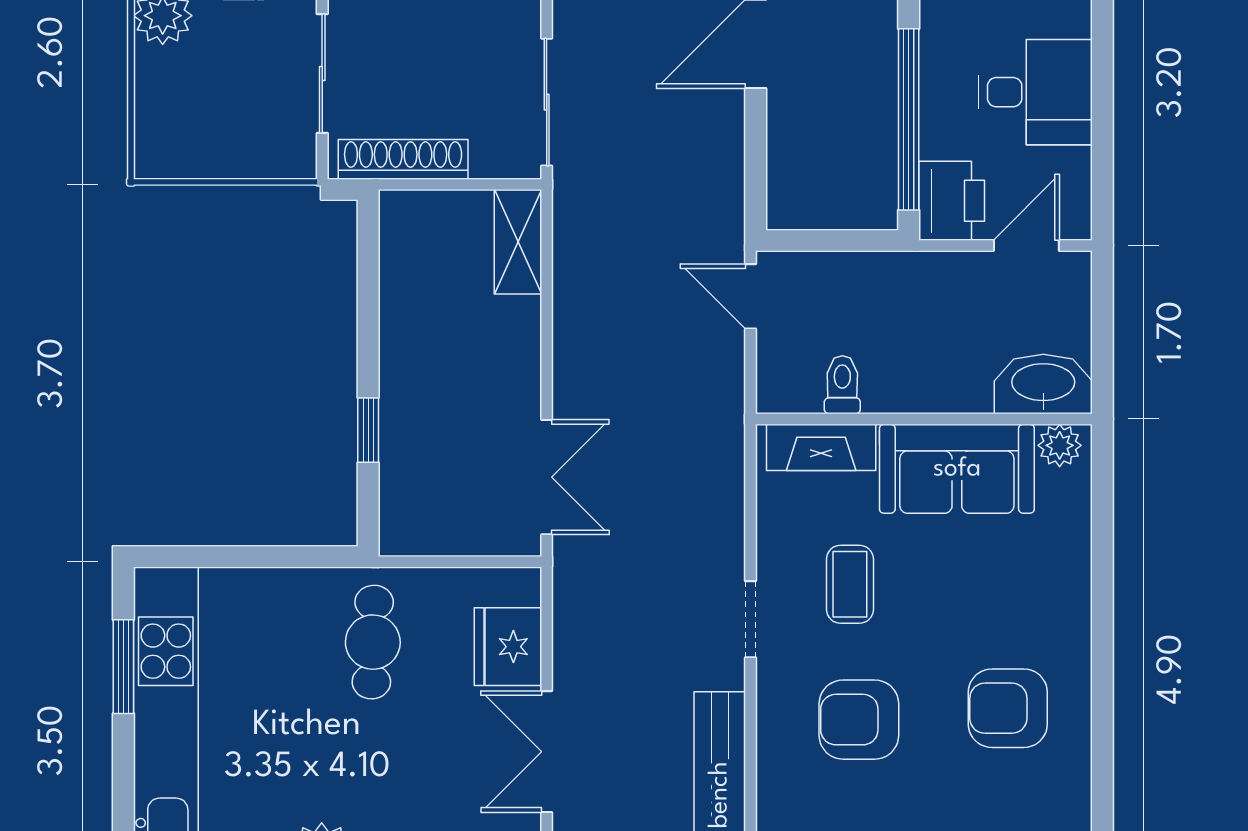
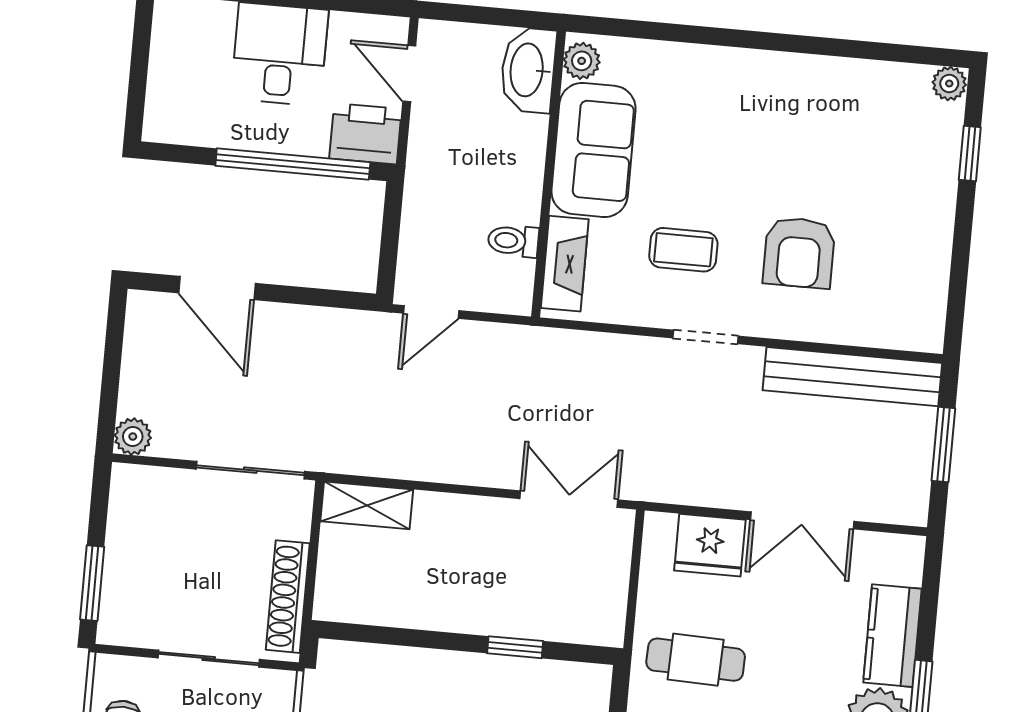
armchair: (1008, 708) -> (801, 125), removed

